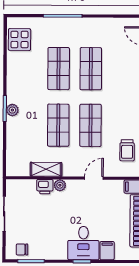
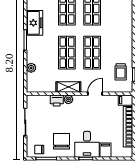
freezer: (17, 87) -> (35, 23), added
plant: (12, 110) -> (31, 68), moved
shelving: (46, 169) -> (68, 87), moved
chair: (51, 239) -> (62, 141), added

